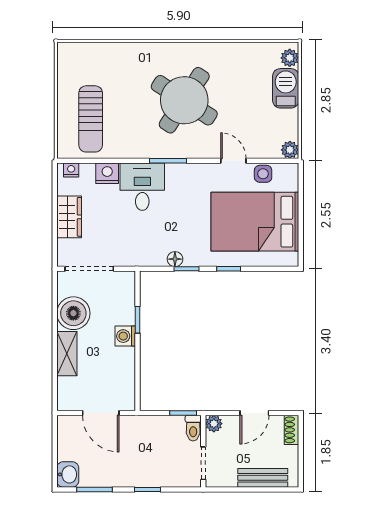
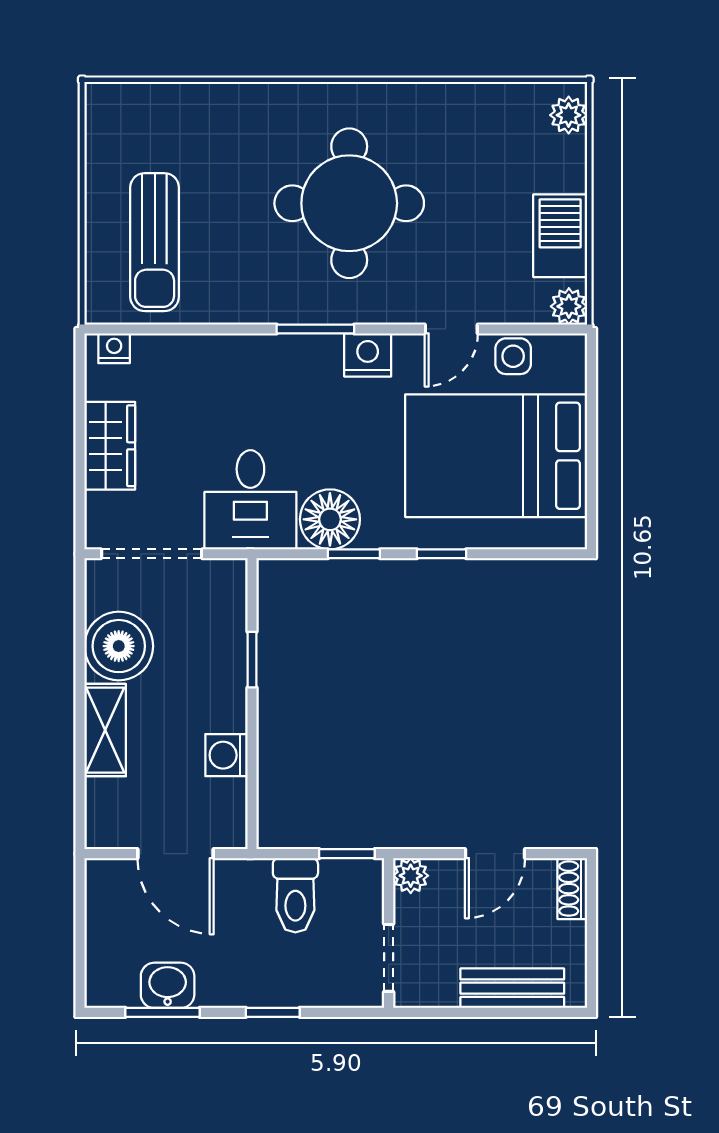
barbecue: (286, 88) -> (560, 236), moved
round table: (184, 100) -> (349, 203), turned -33
door: (233, 161) -> (451, 329), swing flipped
nightstand: (107, 173) -> (368, 355), moved
desk: (142, 187) -> (250, 500), moved, turned 180
floor lamp: (175, 259) -> (330, 519), width x1.89, depth x1.89
washing machine: (125, 336) -> (226, 755), moved
toilet: (193, 428) -> (295, 895), moved, width x1.37, depth x1.39
washbasin: (68, 474) -> (168, 985), moved, turned -90

